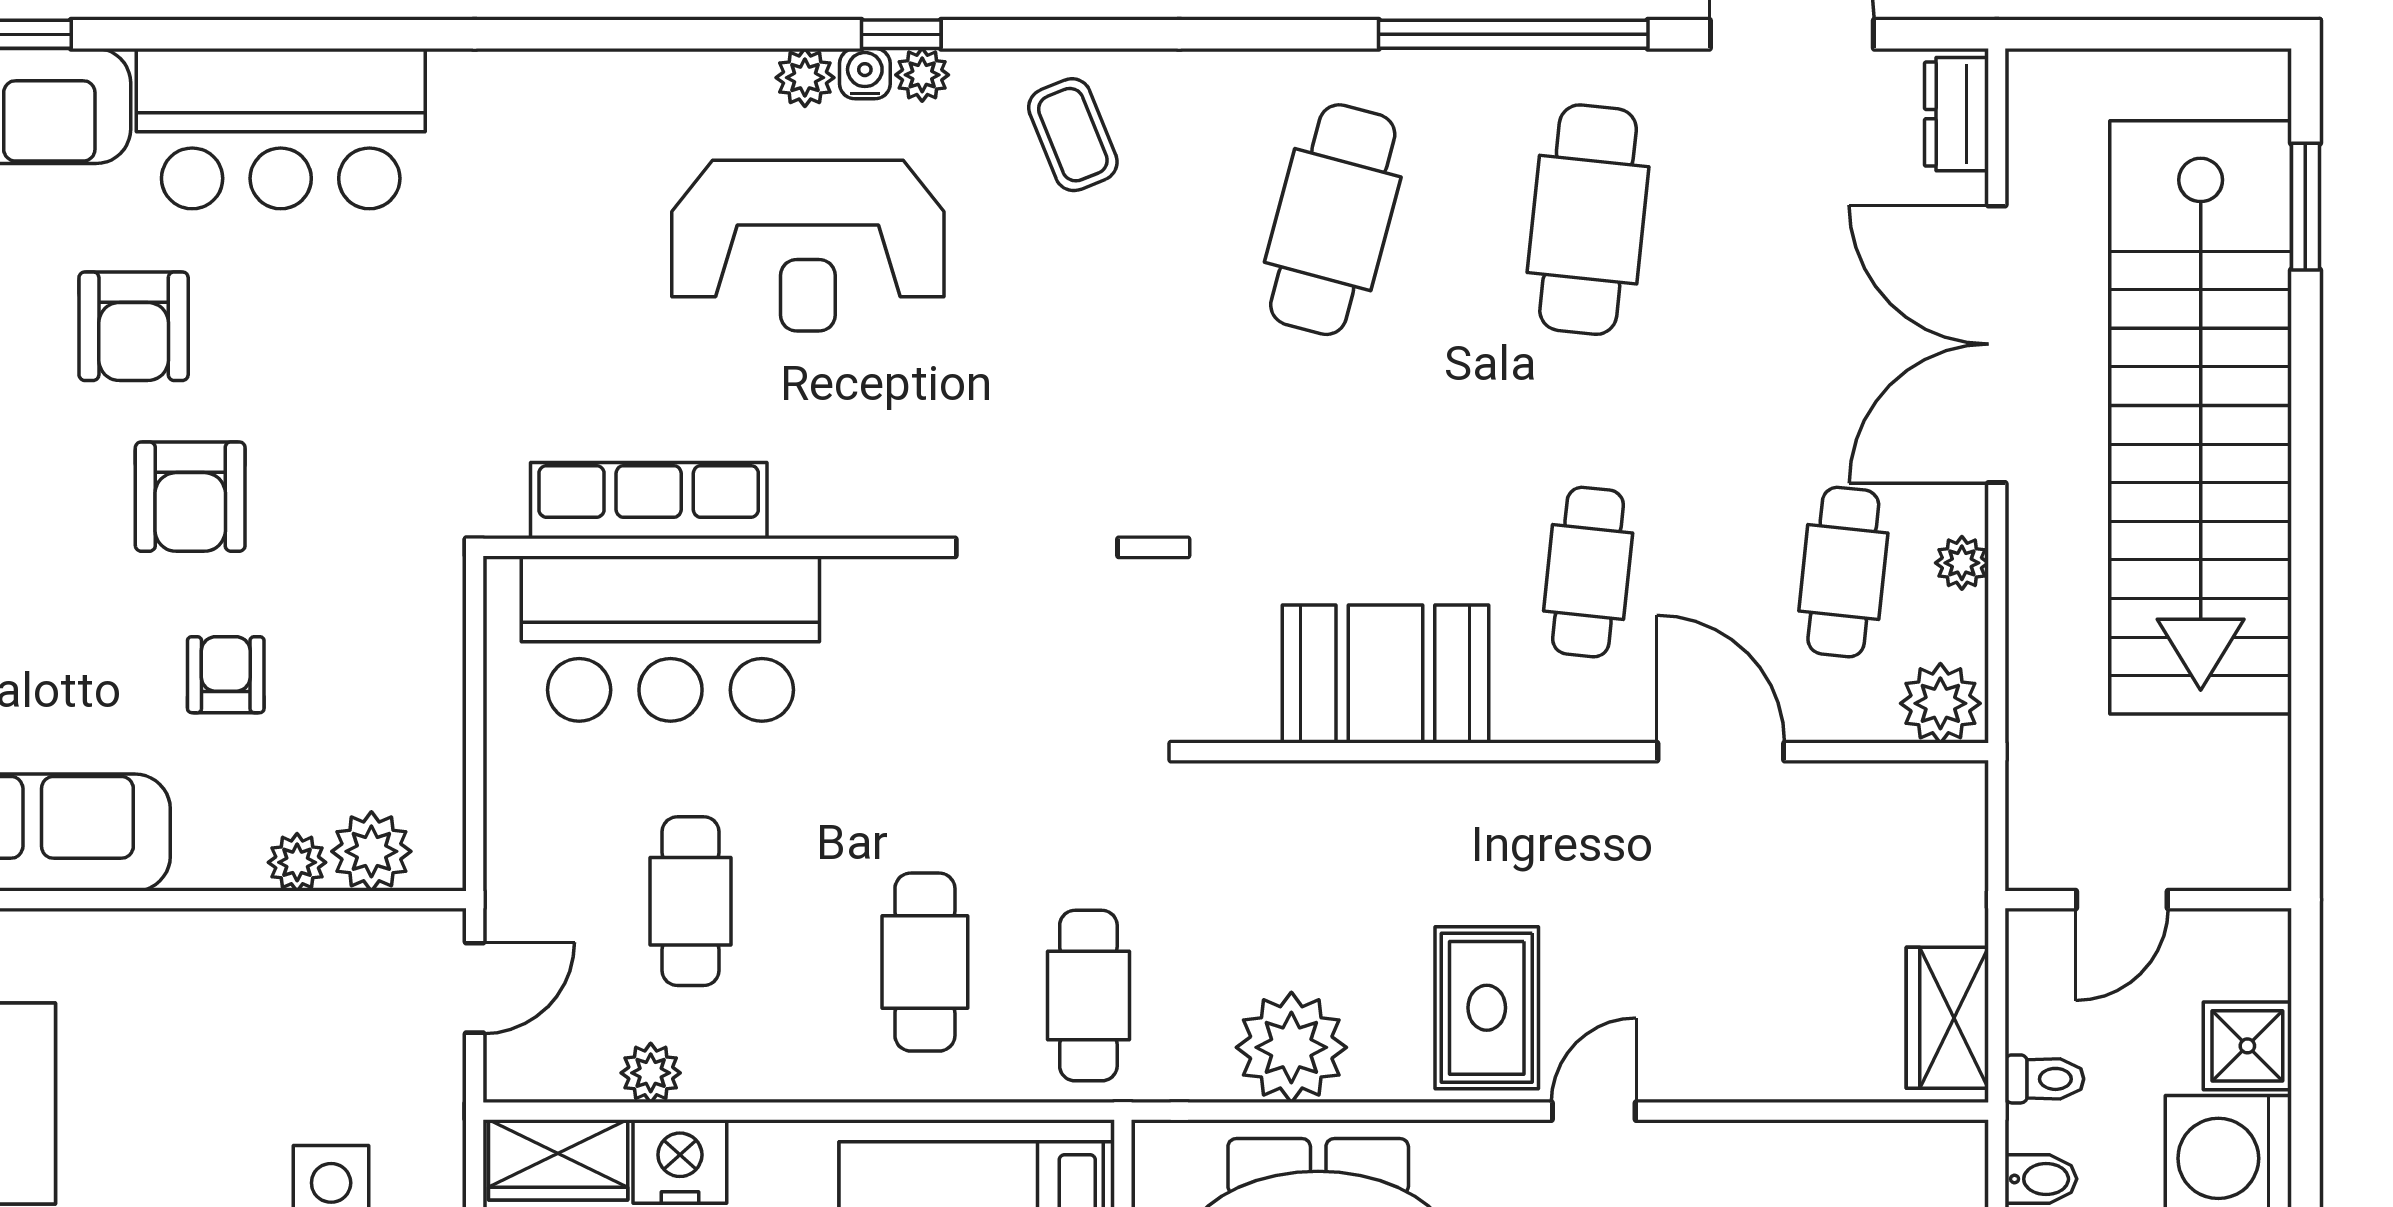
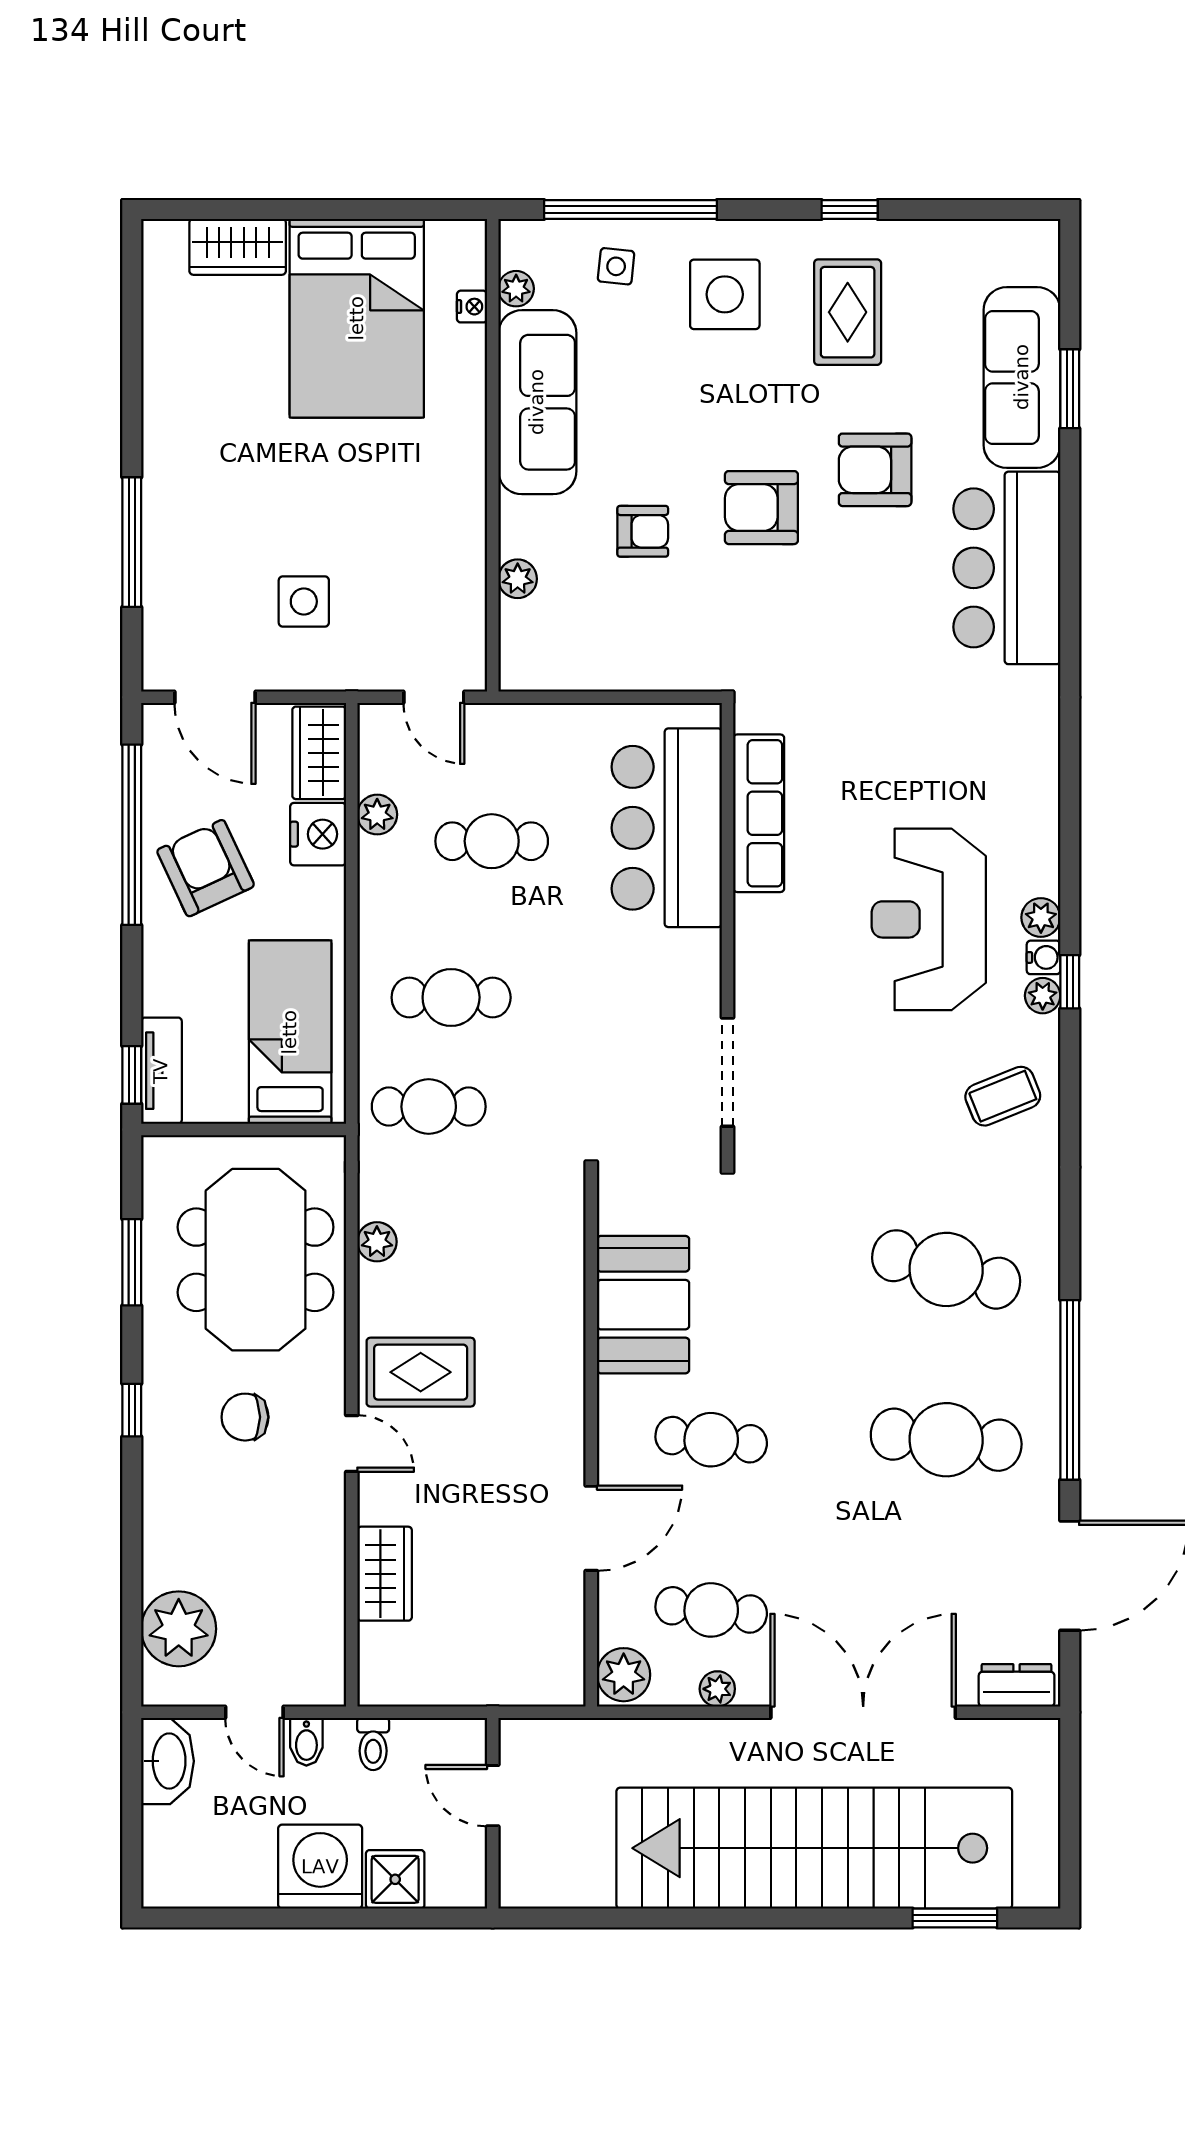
plant: (371, 851) -> (525, 628), removed
wardrobe: (1947, 1018) -> (385, 1574), moved, turned 90
plant: (1291, 1047) -> (377, 1242), width x0.53, depth x0.53

